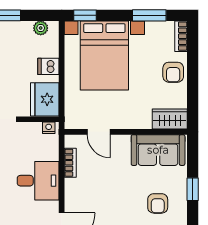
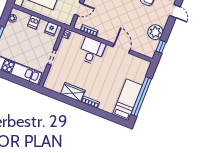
fridge: (45, 99) -> (51, 29), width x0.53, depth x0.75

